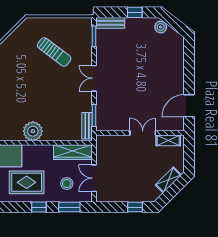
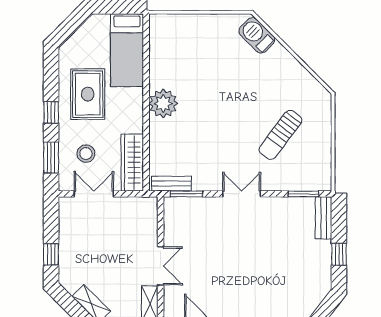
plant: (161, 27) -> (317, 292), removed

